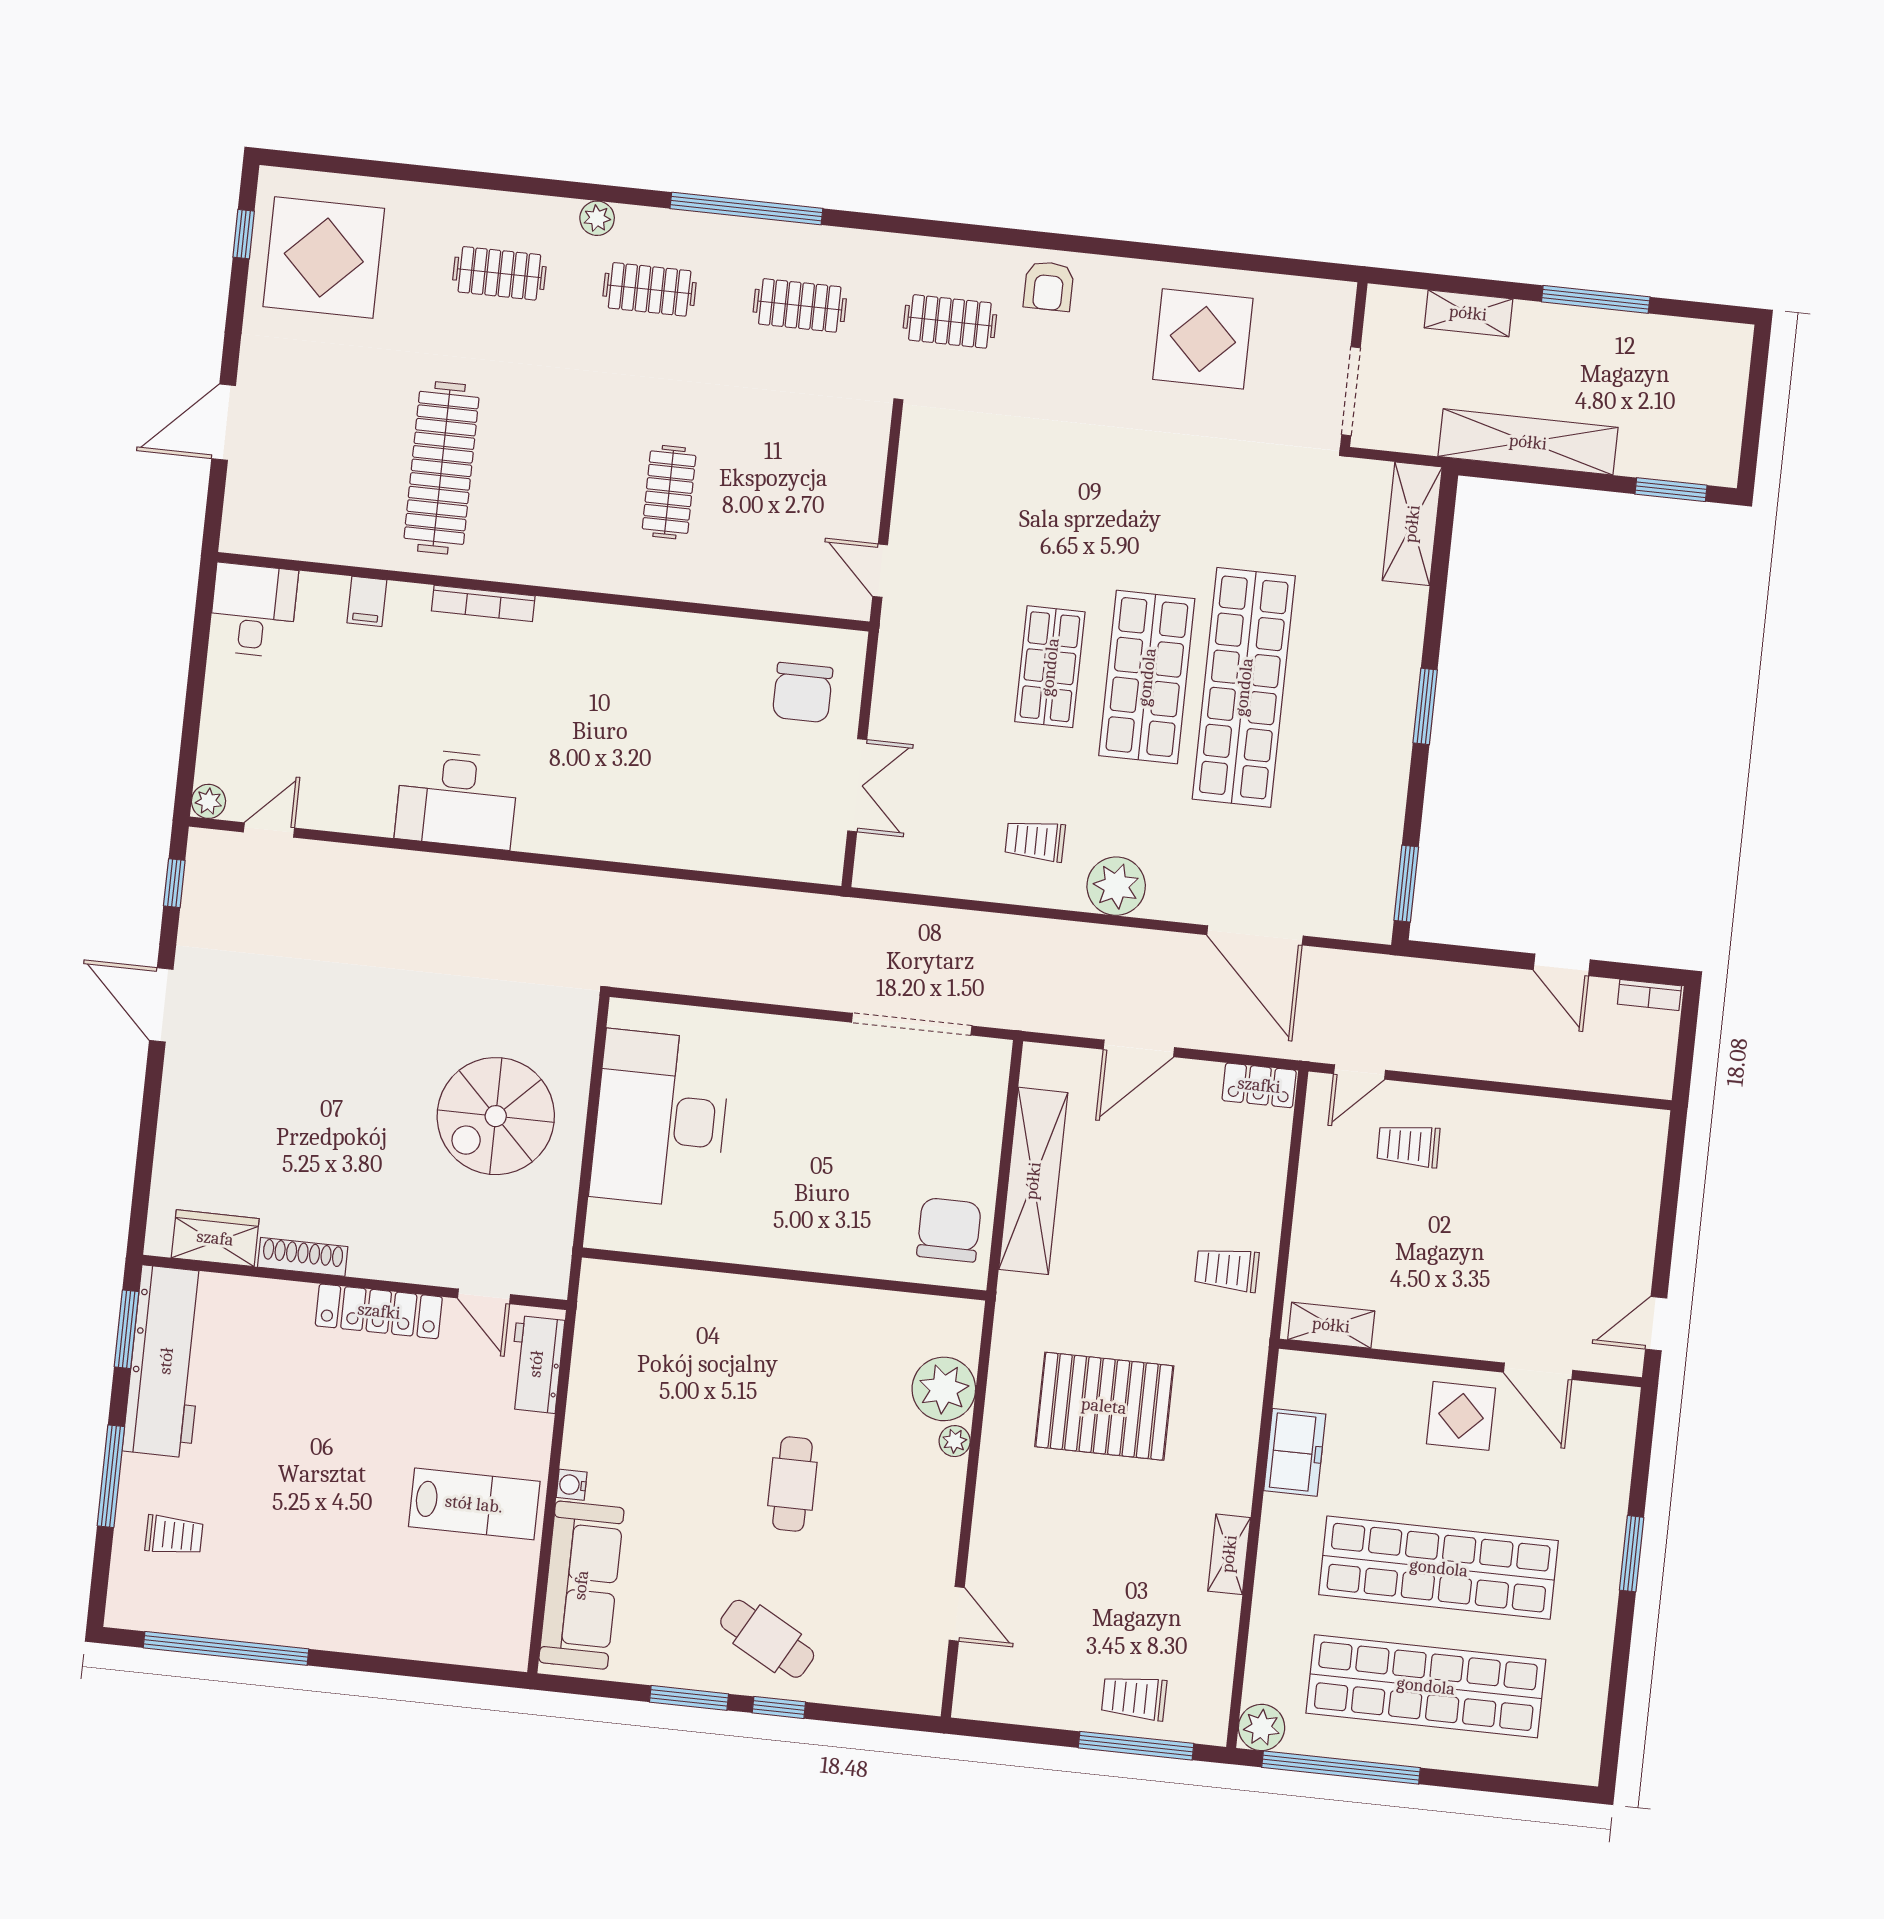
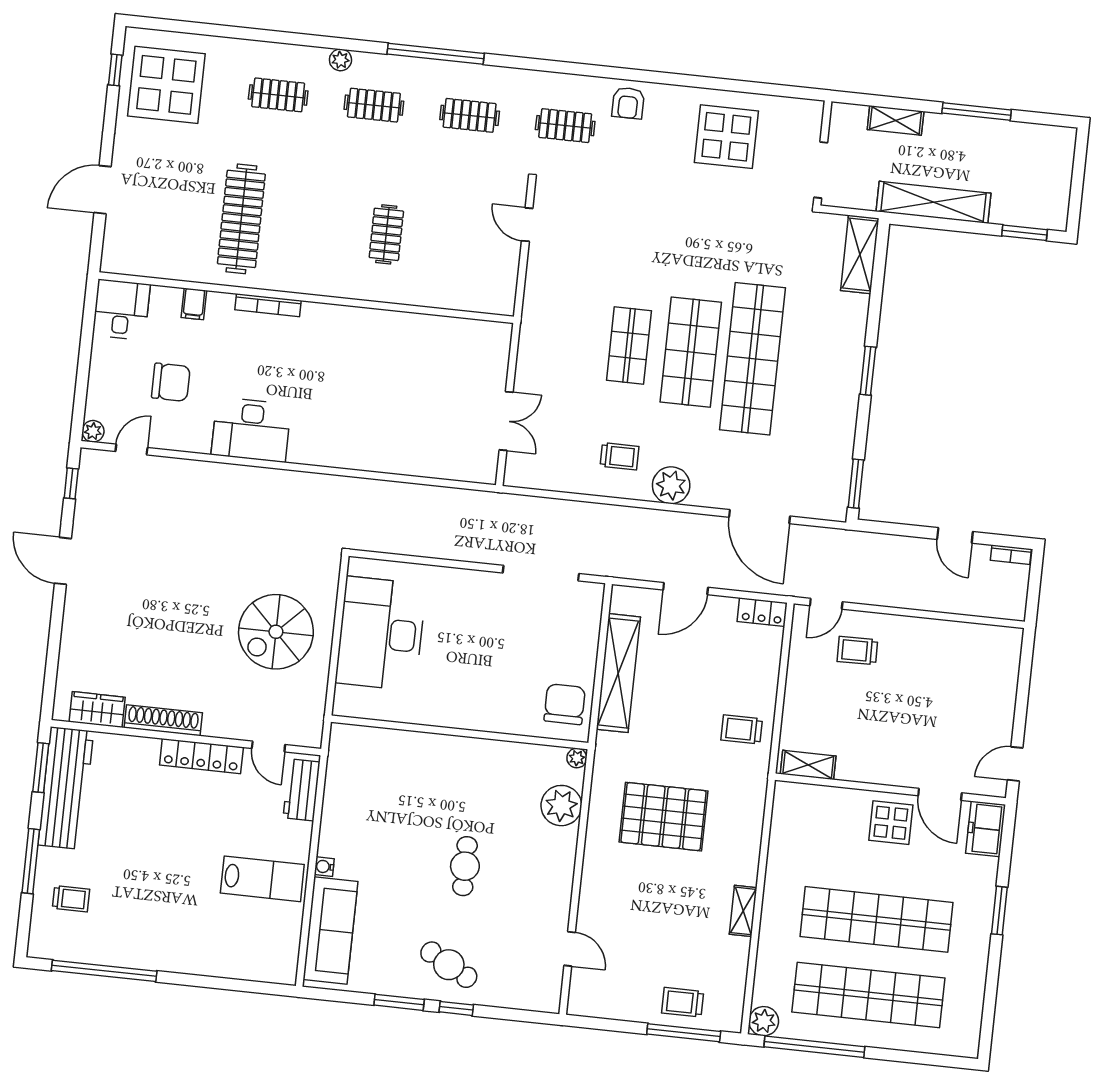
door: (880, 571) -> (527, 225), moved
chair: (803, 693) -> (171, 382), moved, turned -90
trolley: (1035, 841) -> (619, 456), turned 180
shoe rack: (303, 1257) -> (163, 720), width x1.36, depth x1.24
plant: (955, 1441) -> (577, 758), moved
freezer: (1295, 1452) -> (986, 829), moved, turned 180

